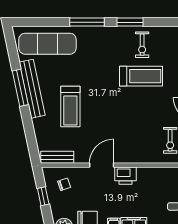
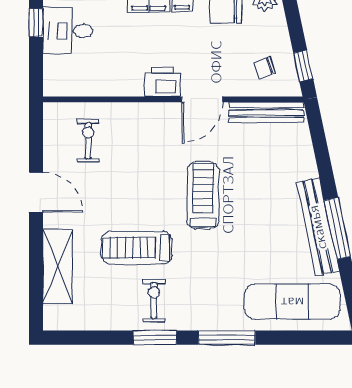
exercise bike: (142, 45) -> (154, 301), moved
treadmill: (70, 107) -> (203, 195), moved
bench: (57, 157) -> (266, 113), width x1.36
window: (43, 196) -> (303, 66), moved

